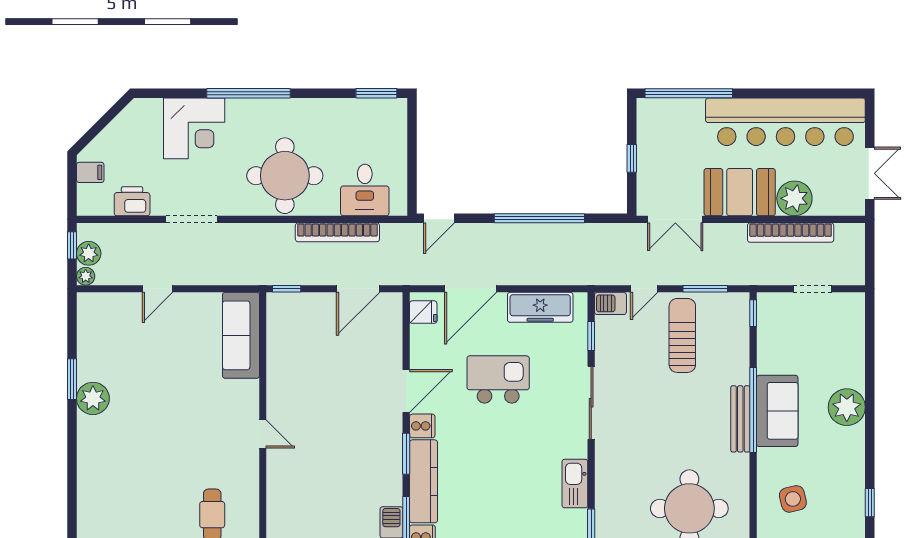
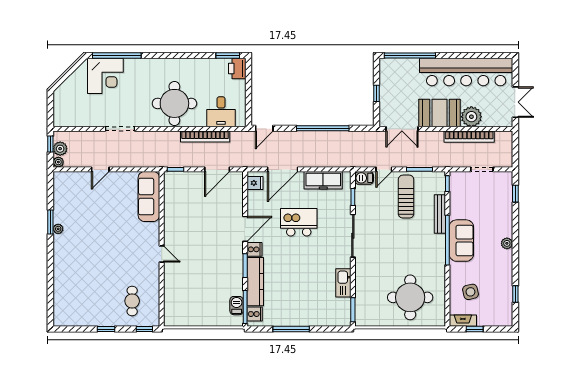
window: (249, 93) -> (117, 55), moved
corner desk: (194, 128) -> (105, 76), moved
filing cabinet: (90, 172) -> (61, 102), removed
printer: (132, 201) -> (237, 68), moved, turned -90
window: (870, 330) -> (515, 194), added
plant: (93, 398) -> (58, 229), width x0.53, depth x0.53
plant: (847, 407) -> (507, 243), width x0.53, depth x0.53
bench: (740, 419) -> (440, 214), moved

